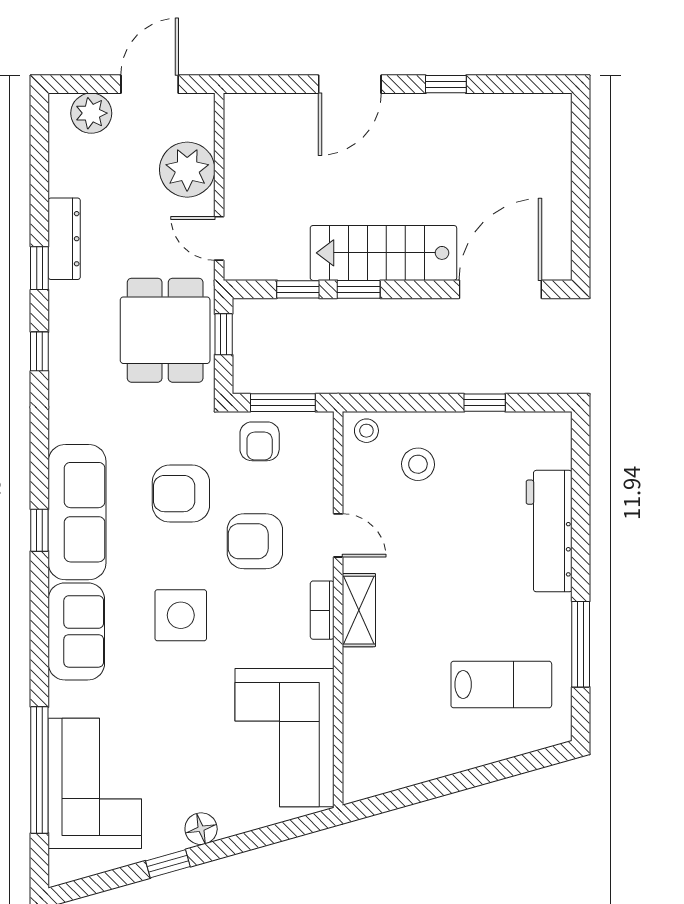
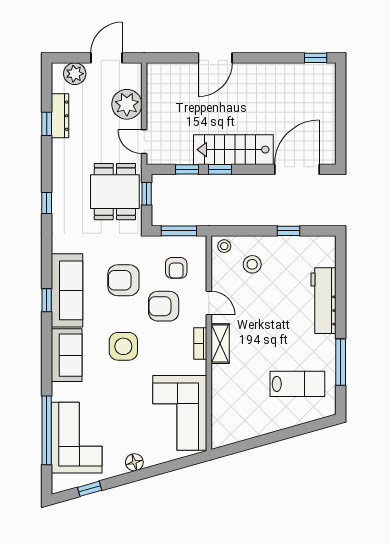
window: (446, 84) -> (316, 58), moved
dresser: (64, 239) -> (60, 116), moved
window: (39, 268) -> (47, 124), moved
armchair: (260, 441) -> (176, 268), moved
window: (168, 864) -> (90, 489), moved

